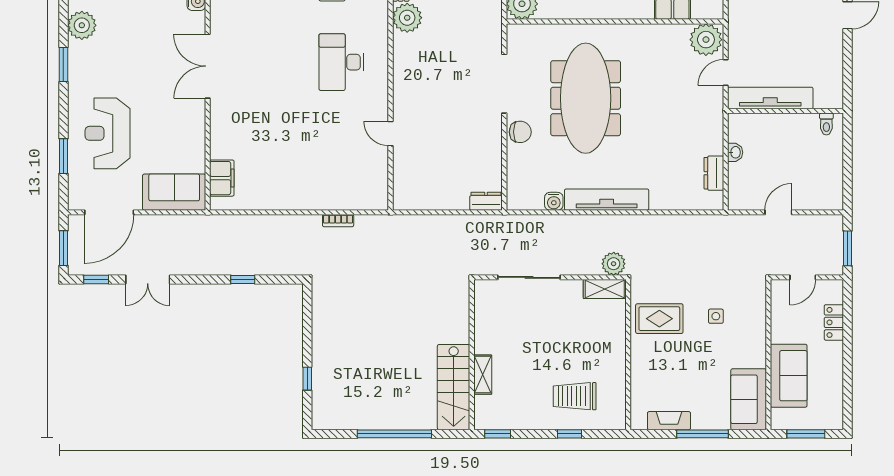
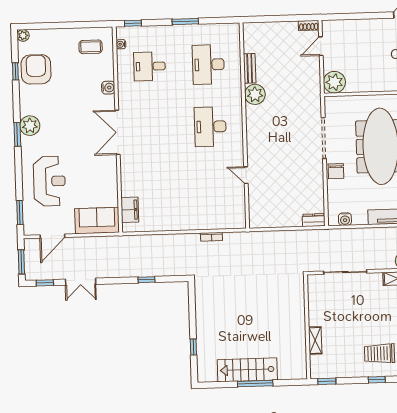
plant: (82, 25) -> (30, 126), moved
chair: (520, 132) -> (336, 171), turned 90
reception desk: (108, 133) -> (49, 181), turned 180
window: (63, 156) -> (20, 213), moved
water cooler: (554, 201) -> (345, 219), moved
door: (109, 212) -> (52, 236), width x0.73
stairs: (454, 387) -> (247, 370), moved, turned 90
window: (394, 434) -> (255, 384), width x0.68

